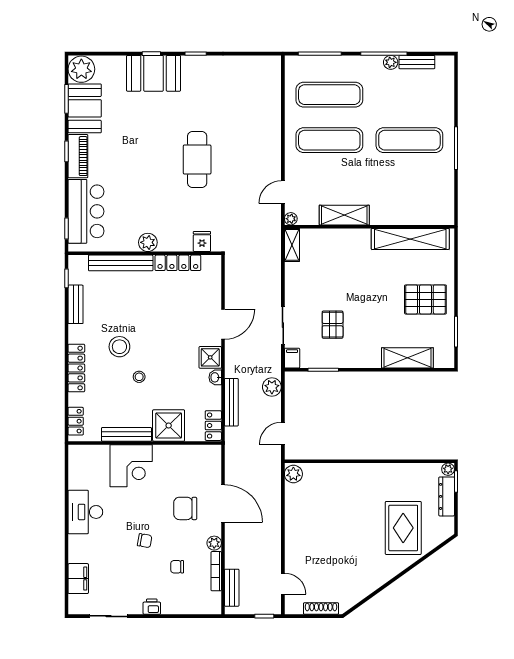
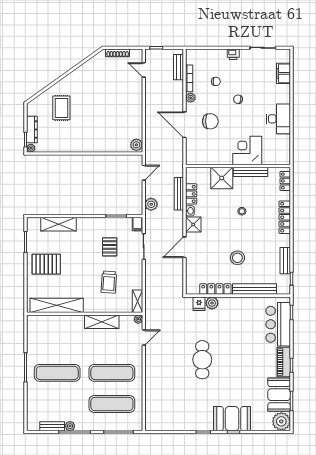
plant: (148, 242) -> (212, 303), moved
trolley: (334, 273) -> (109, 282), added
stool: (119, 347) -> (237, 258), moved
locker: (213, 426) -> (191, 194), moved
rug: (403, 528) -> (61, 108), width x0.73, depth x0.70

